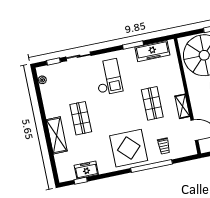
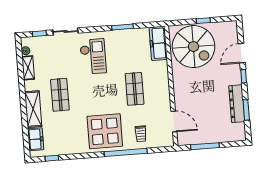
freezer: (152, 51) -> (158, 43), moved, turned 90
shelving: (182, 106) -> (28, 68), moved
freezer: (86, 170) -> (36, 139), moved, turned 90

